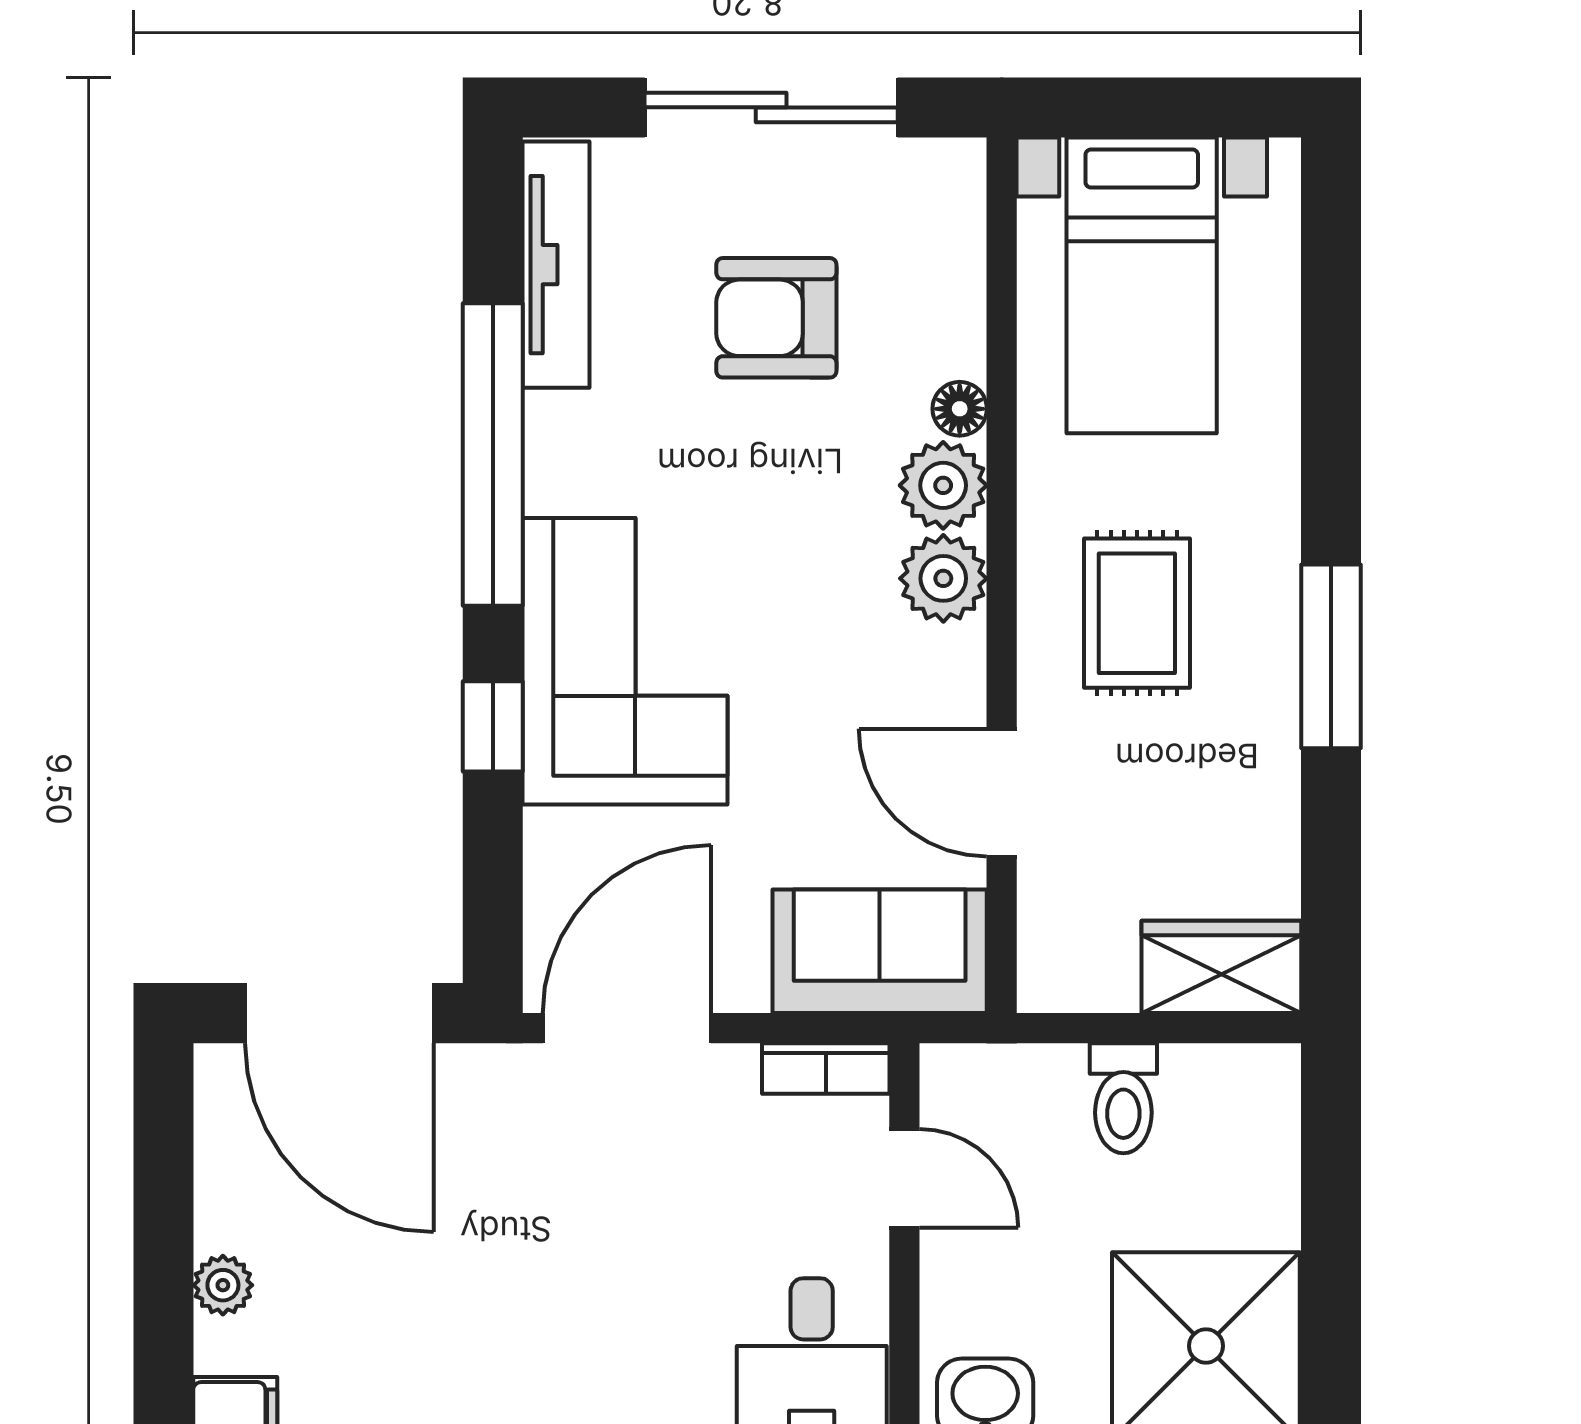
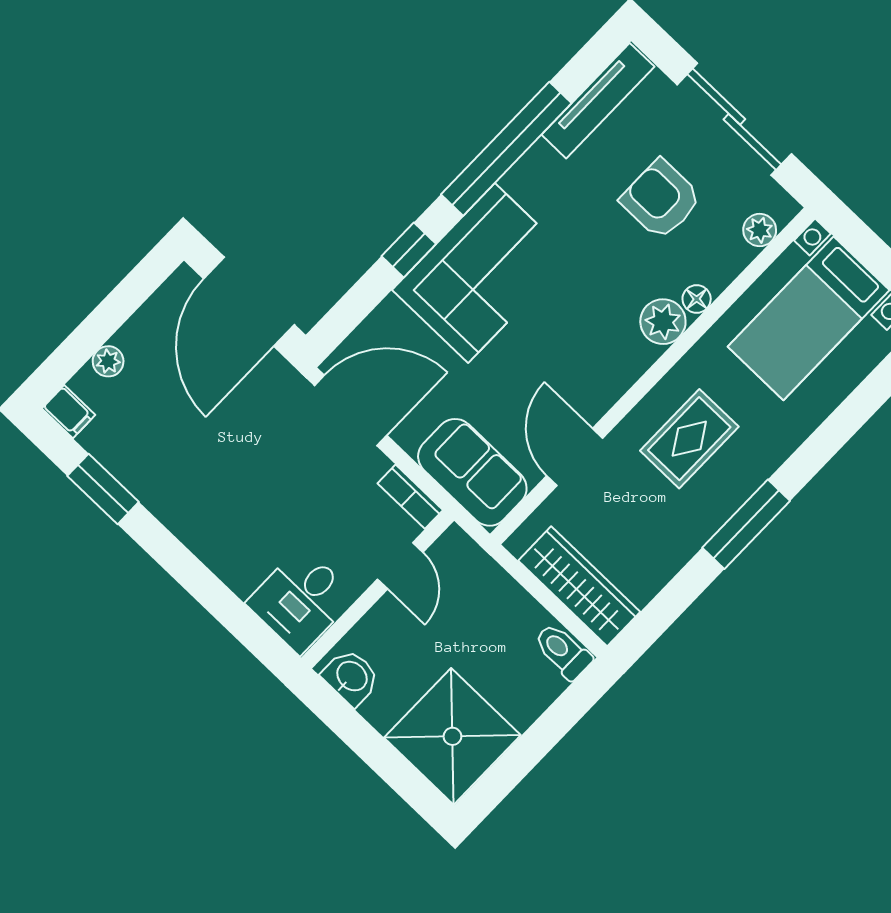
plant: (943, 578) -> (760, 230), moved, width x0.73, depth x0.73
wardrobe: (1221, 967) -> (579, 586), width x1.50
toilet: (1123, 1098) -> (563, 651), moved, turned 90

